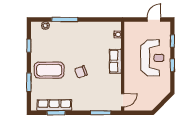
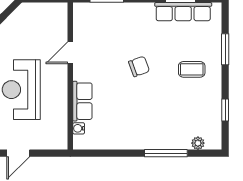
row of seats: (115, 61) -> (82, 101), moved
coffee table: (49, 70) -> (192, 69), width x0.54, depth x0.58
door: (123, 100) -> (70, 53), moved

